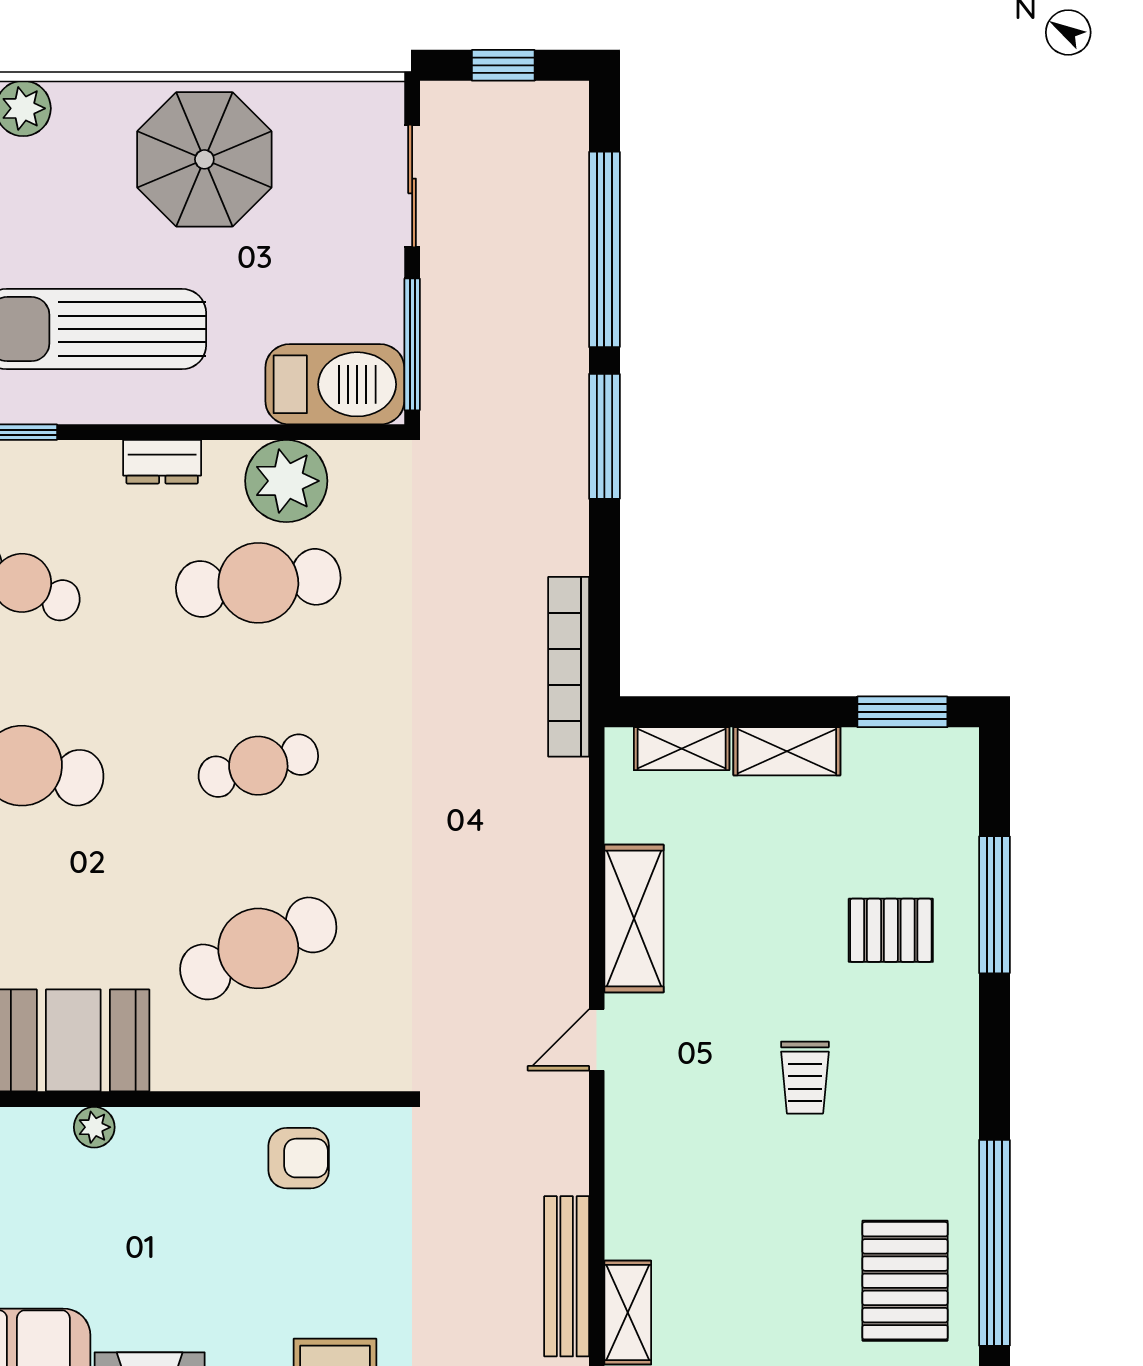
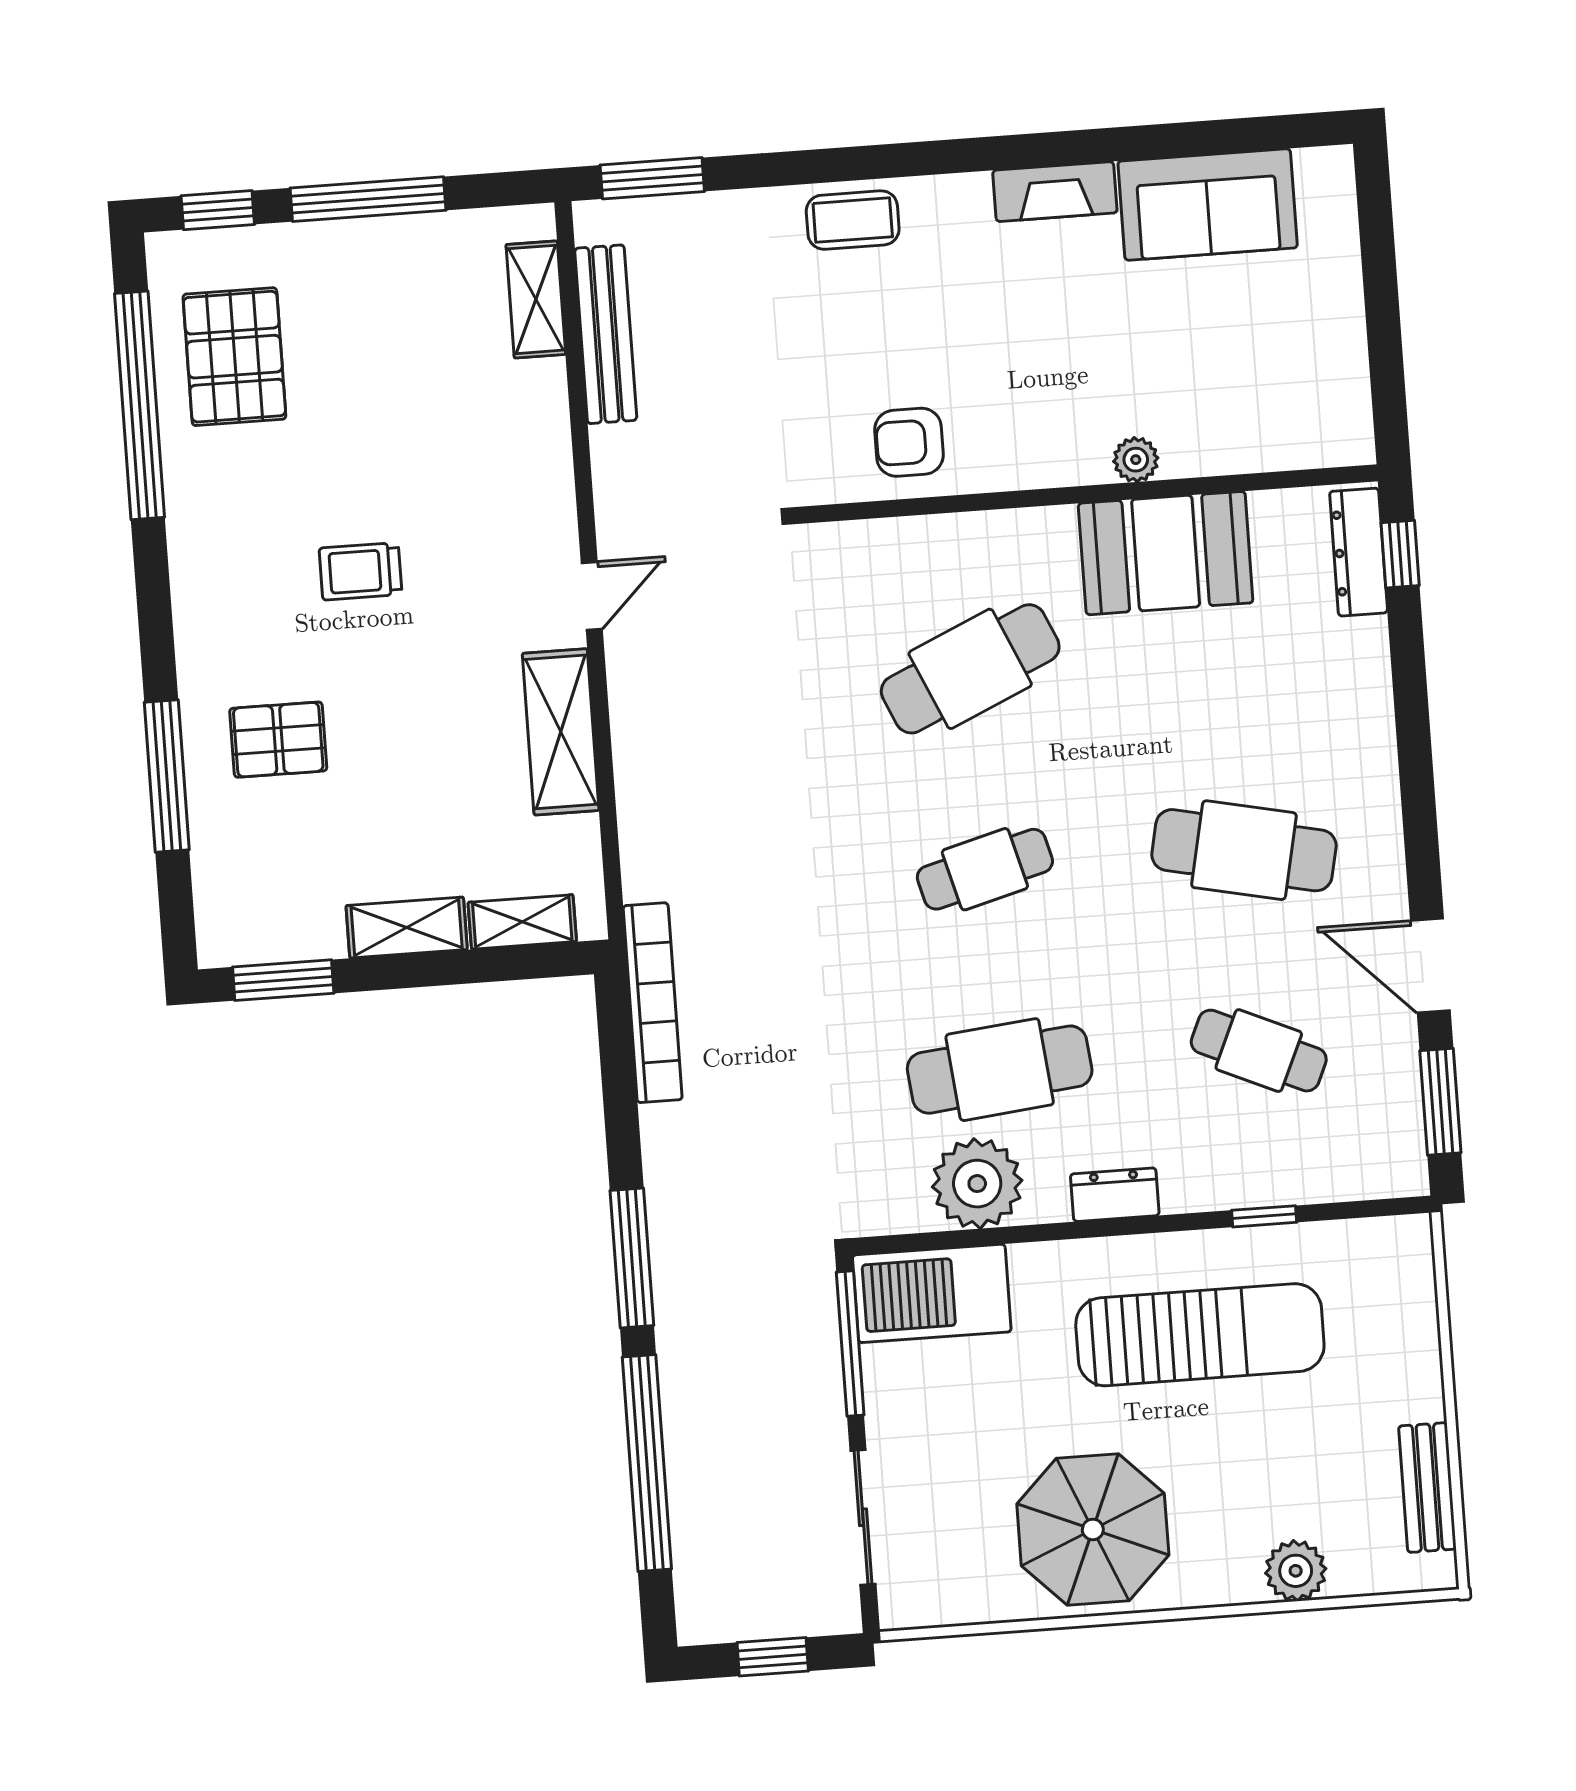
trolley: (805, 1078) -> (360, 571), turned -90

